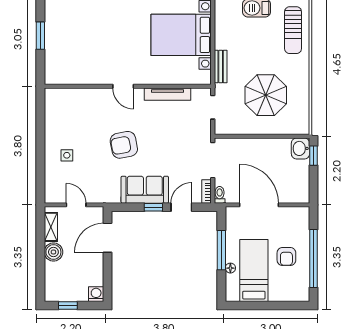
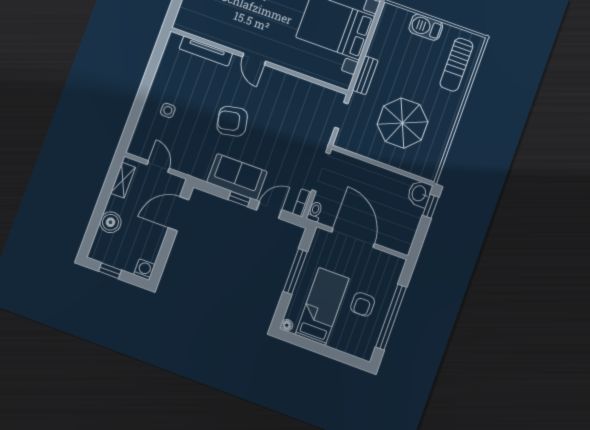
tv unit: (167, 94) -> (206, 51), moved
boiler: (53, 252) -> (111, 222), moved
floor lamp: (230, 268) -> (287, 325), moved

